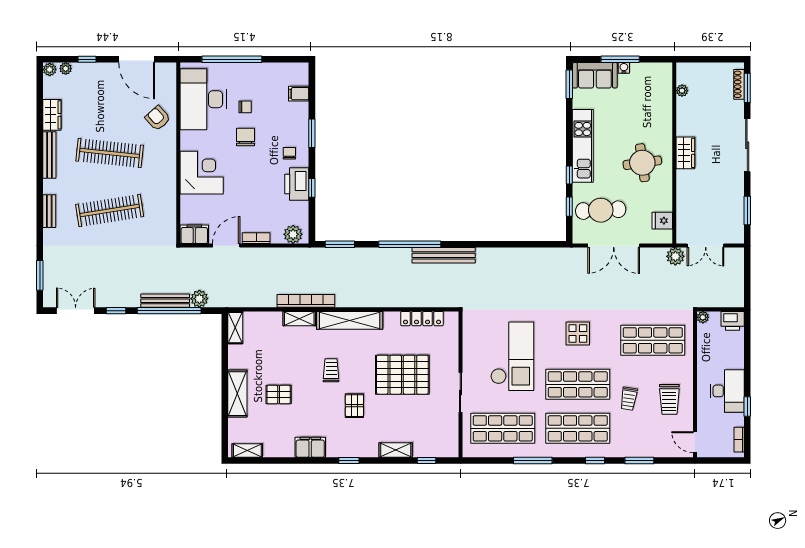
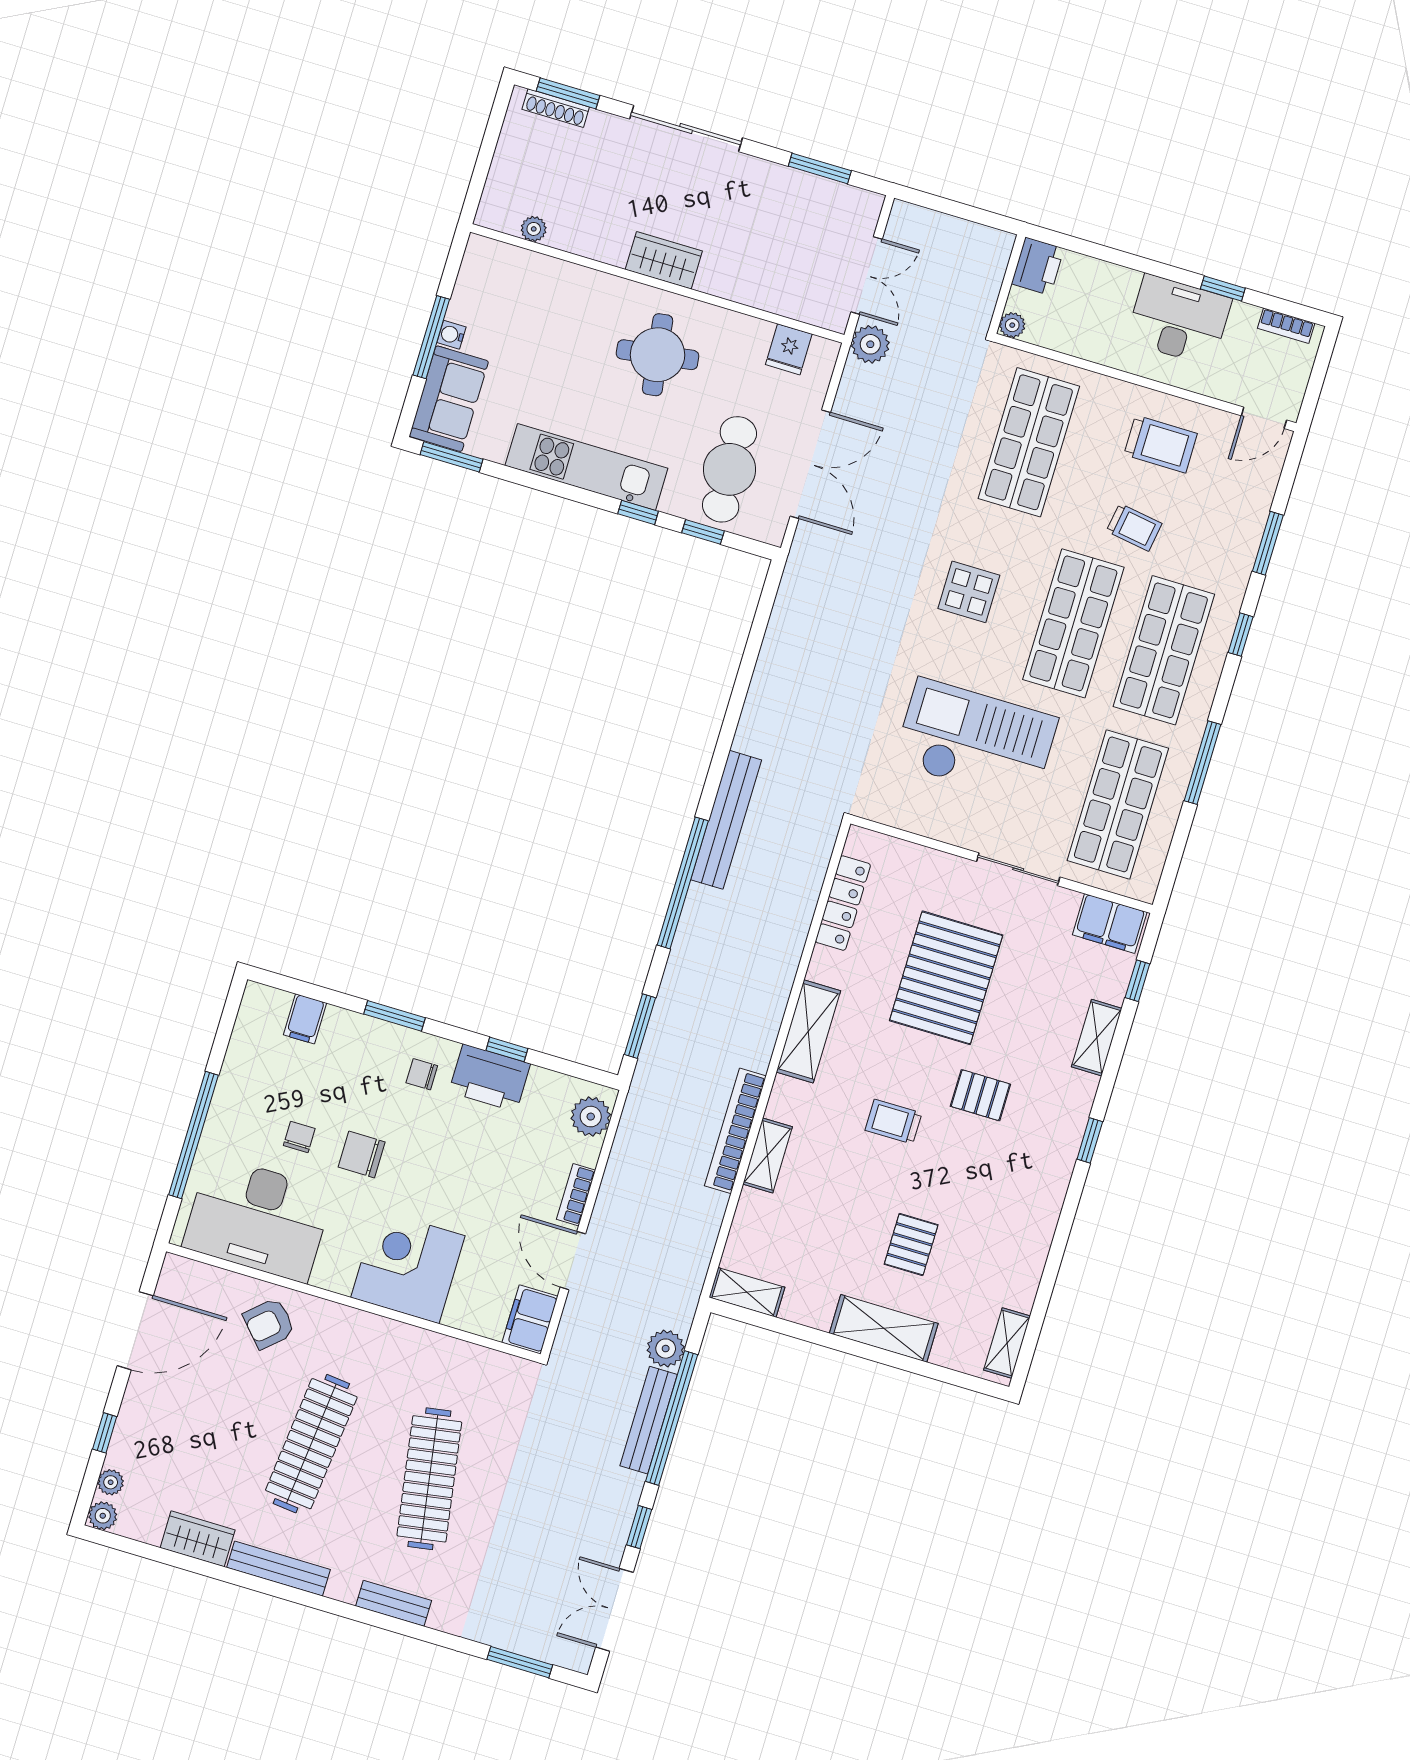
shelving: (350, 320) -> (808, 1031), width x0.68
filing cabinet: (310, 447) -> (1110, 923), moved, turned -90

